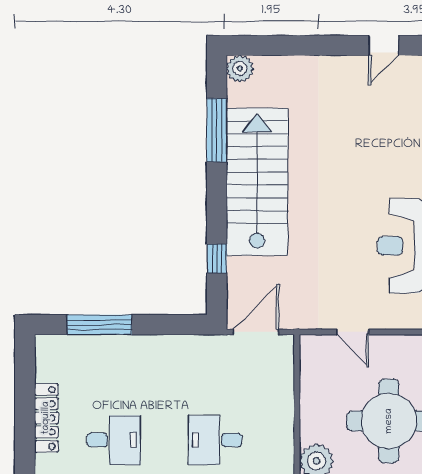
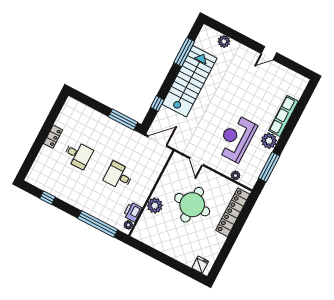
plant: (240, 69) -> (224, 41), moved
window: (100, 325) -> (123, 119), moved
locker: (46, 418) -> (53, 137), width x0.66

